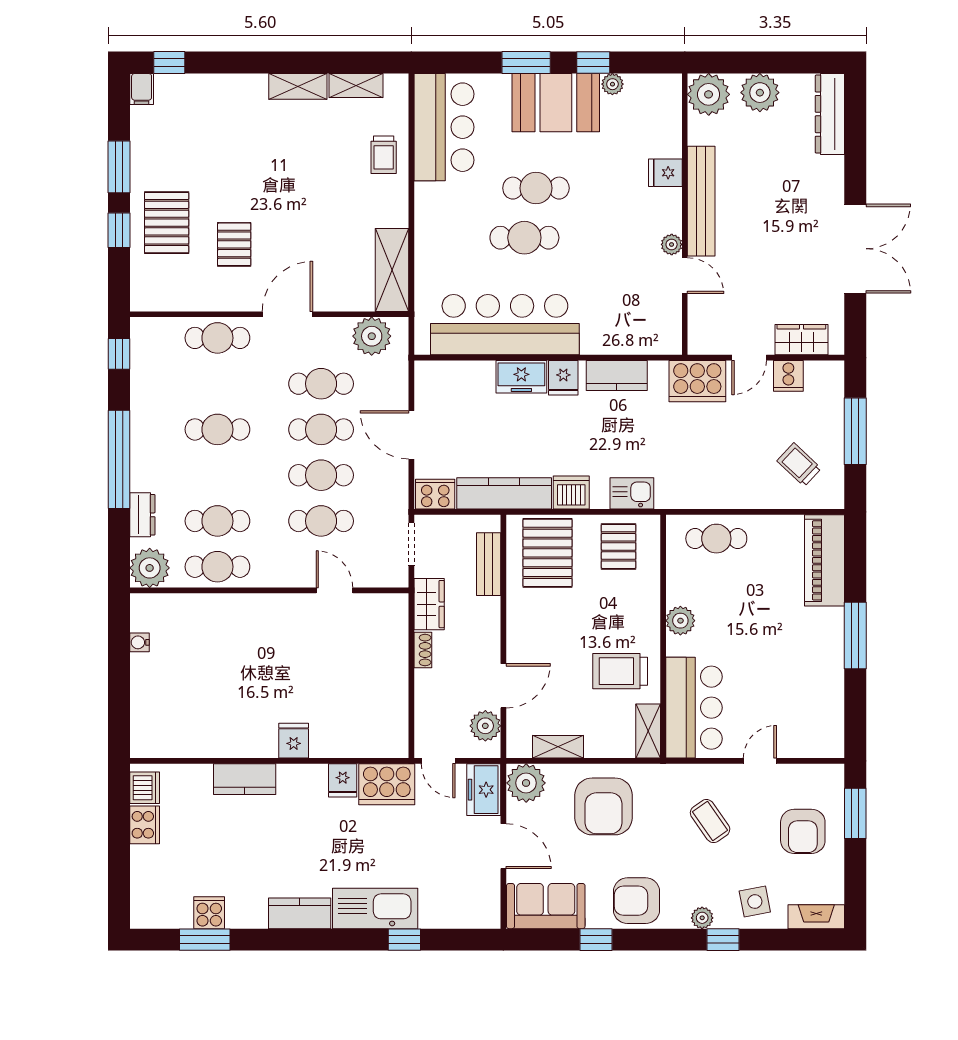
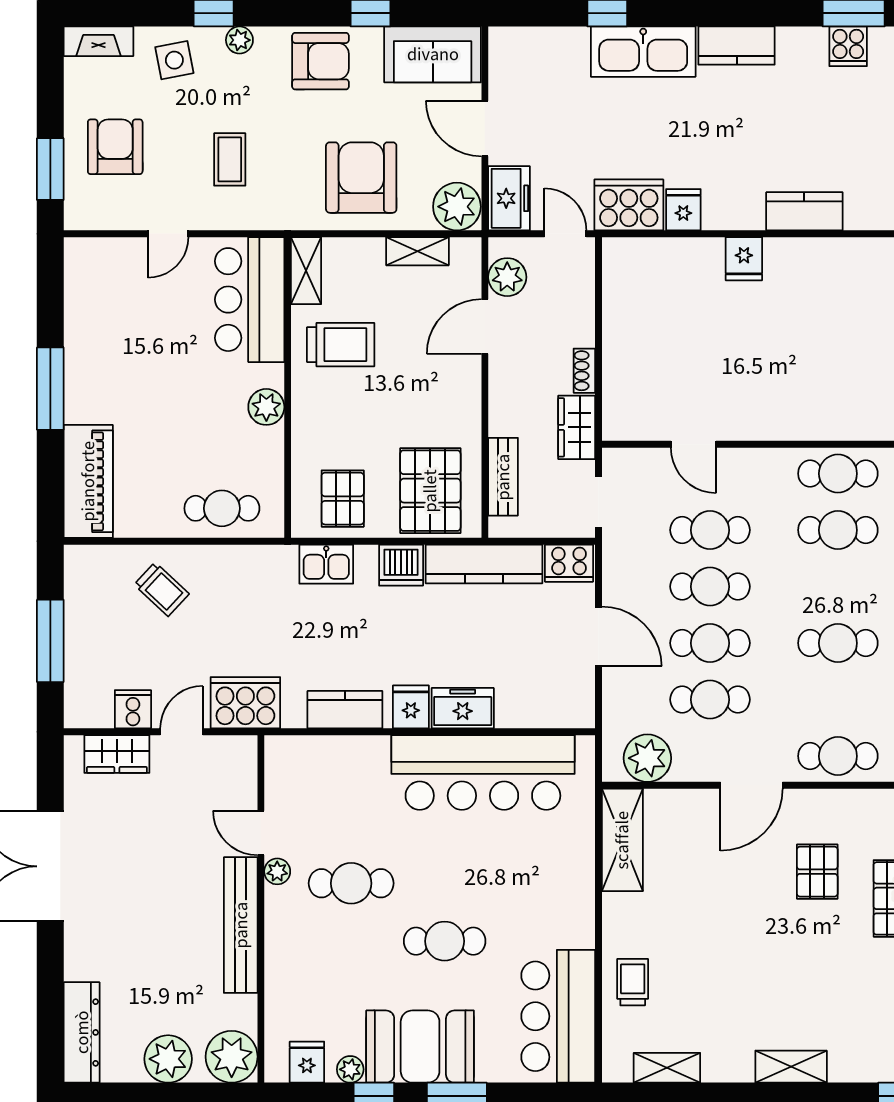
shelving: (298, 86) -> (791, 1067), moved
fridge: (665, 173) -> (307, 1062), moved, turned -90
cafe table: (524, 238) -> (351, 883), moved
trolley: (799, 465) -> (162, 589), moved
coffee table: (710, 821) -> (230, 159), turned 35

